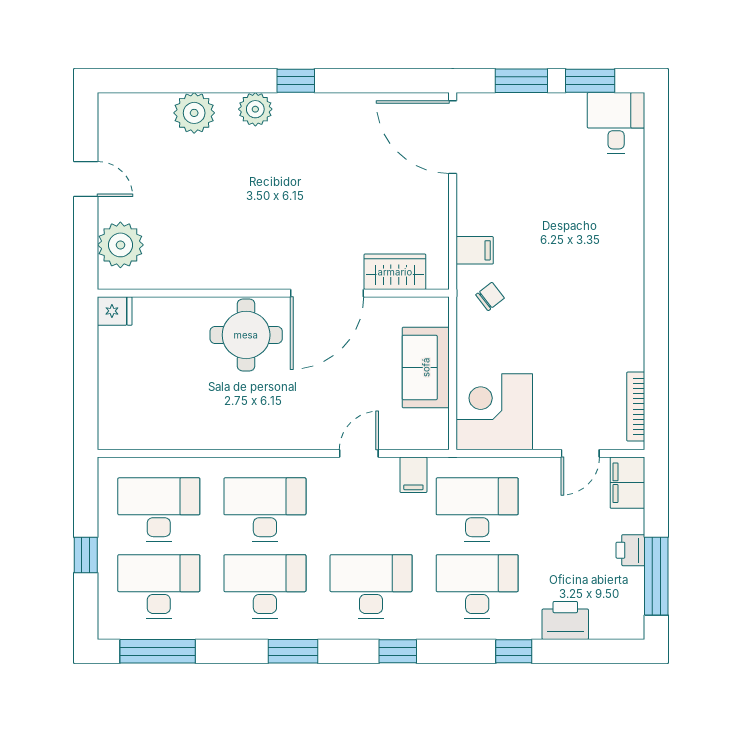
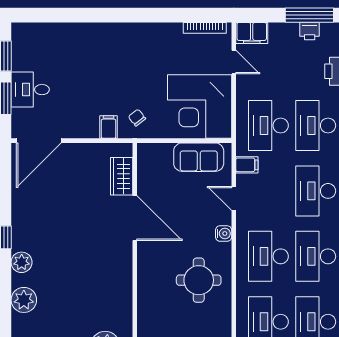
desk: (616, 123) -> (30, 90), moved
round table: (246, 335) -> (199, 280), moved
sofa: (426, 367) -> (199, 157), moved
corner desk: (494, 412) -> (200, 107), width x1.36, depth x1.36
water cooler: (302, 437) -> (224, 234), added
printer: (630, 550) -> (310, 31), moved

